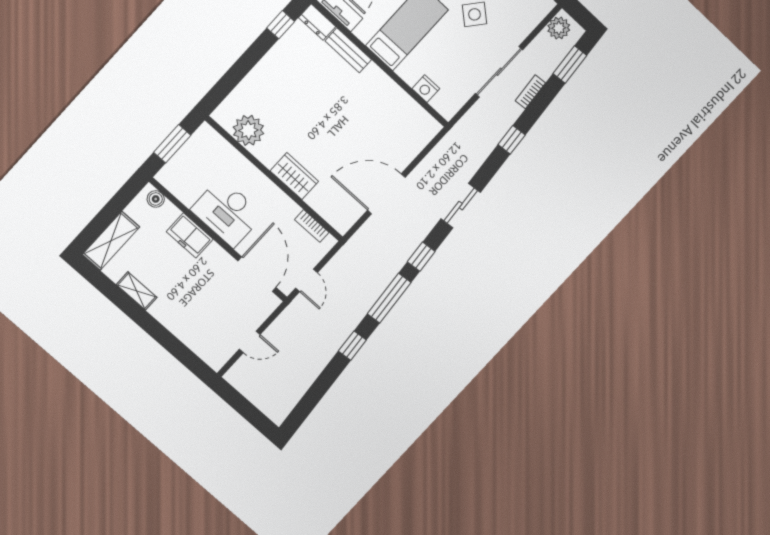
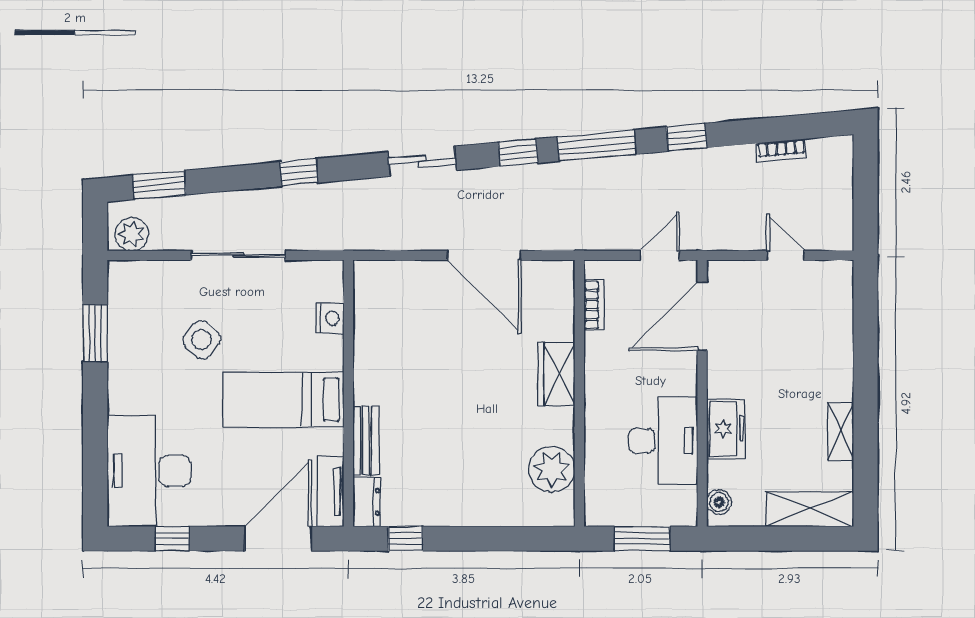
bookcase: (530, 92) -> (781, 151), moved
desk: (227, 212) -> (663, 441), moved

